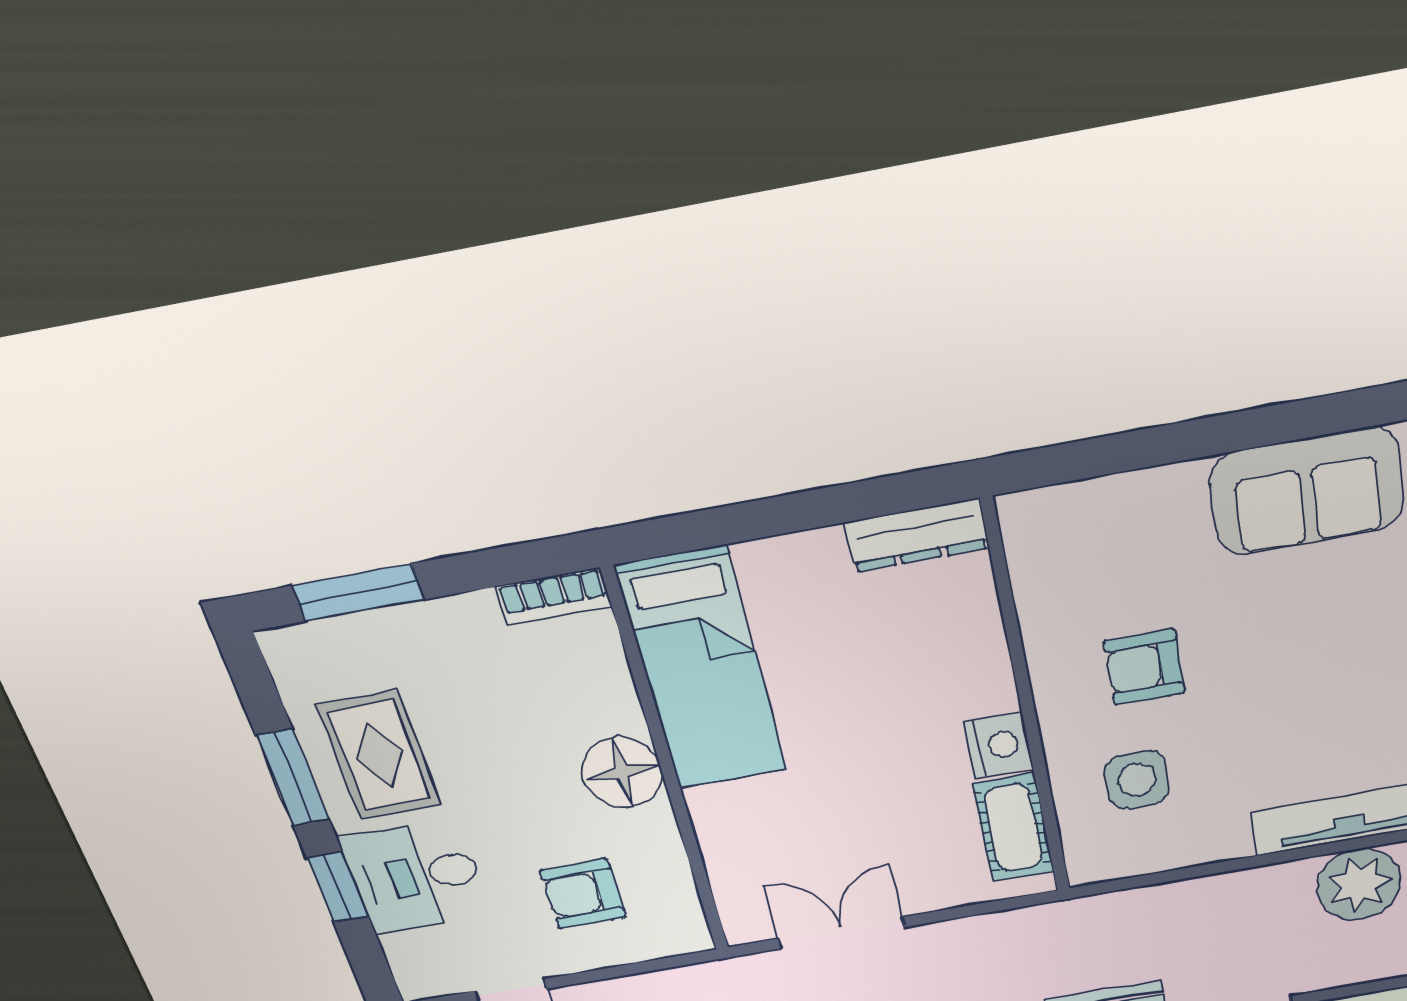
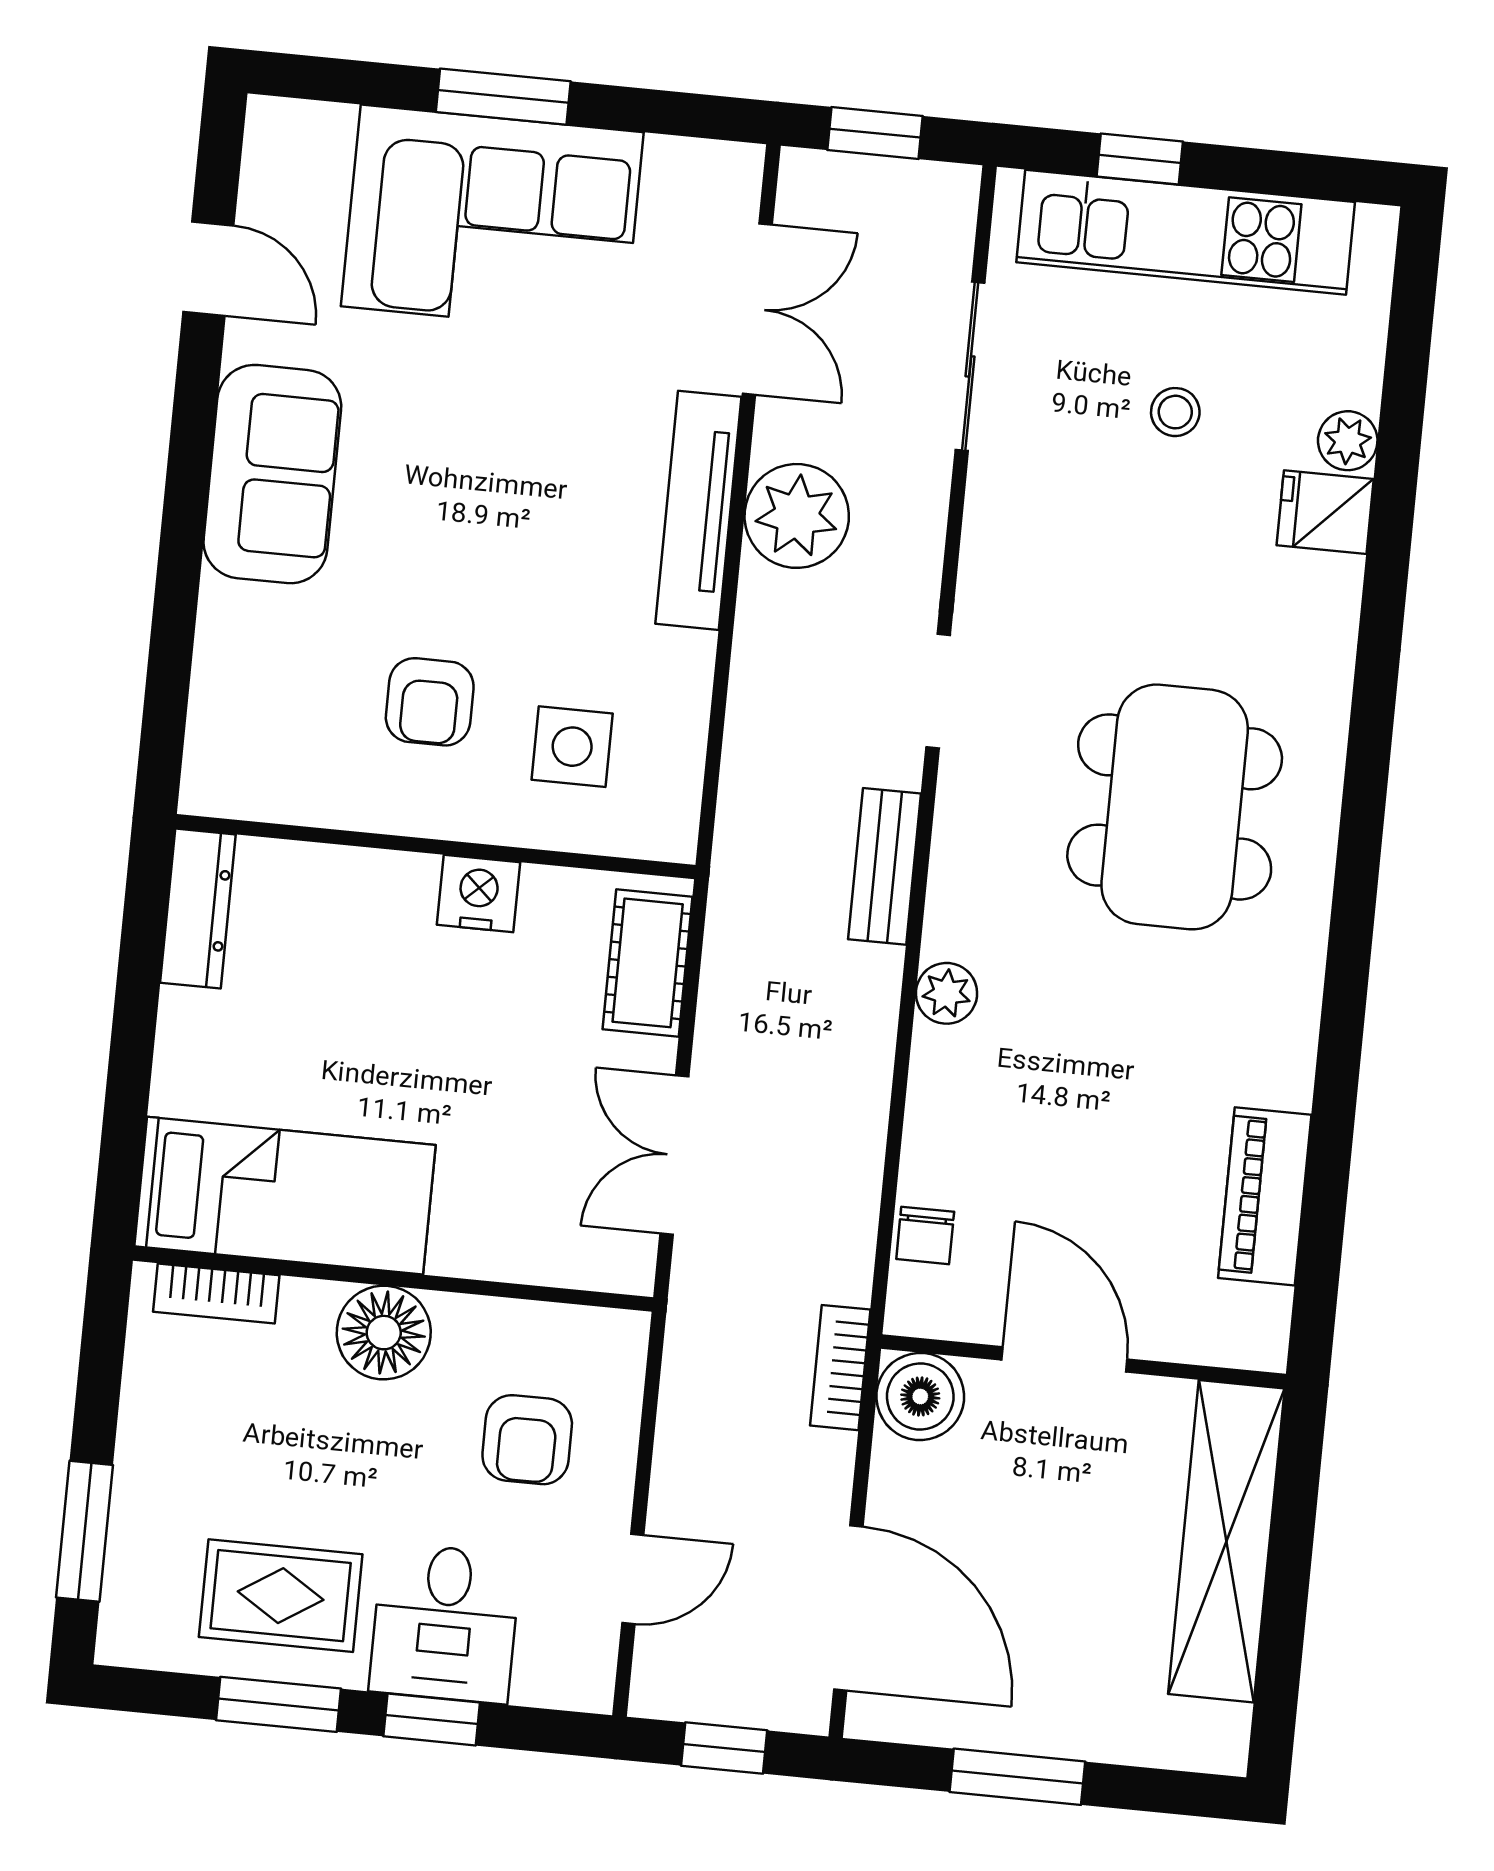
bookcase: (554, 596) -> (216, 1294), moved, turned 90
cot: (1013, 828) -> (648, 963), moved, turned 90

